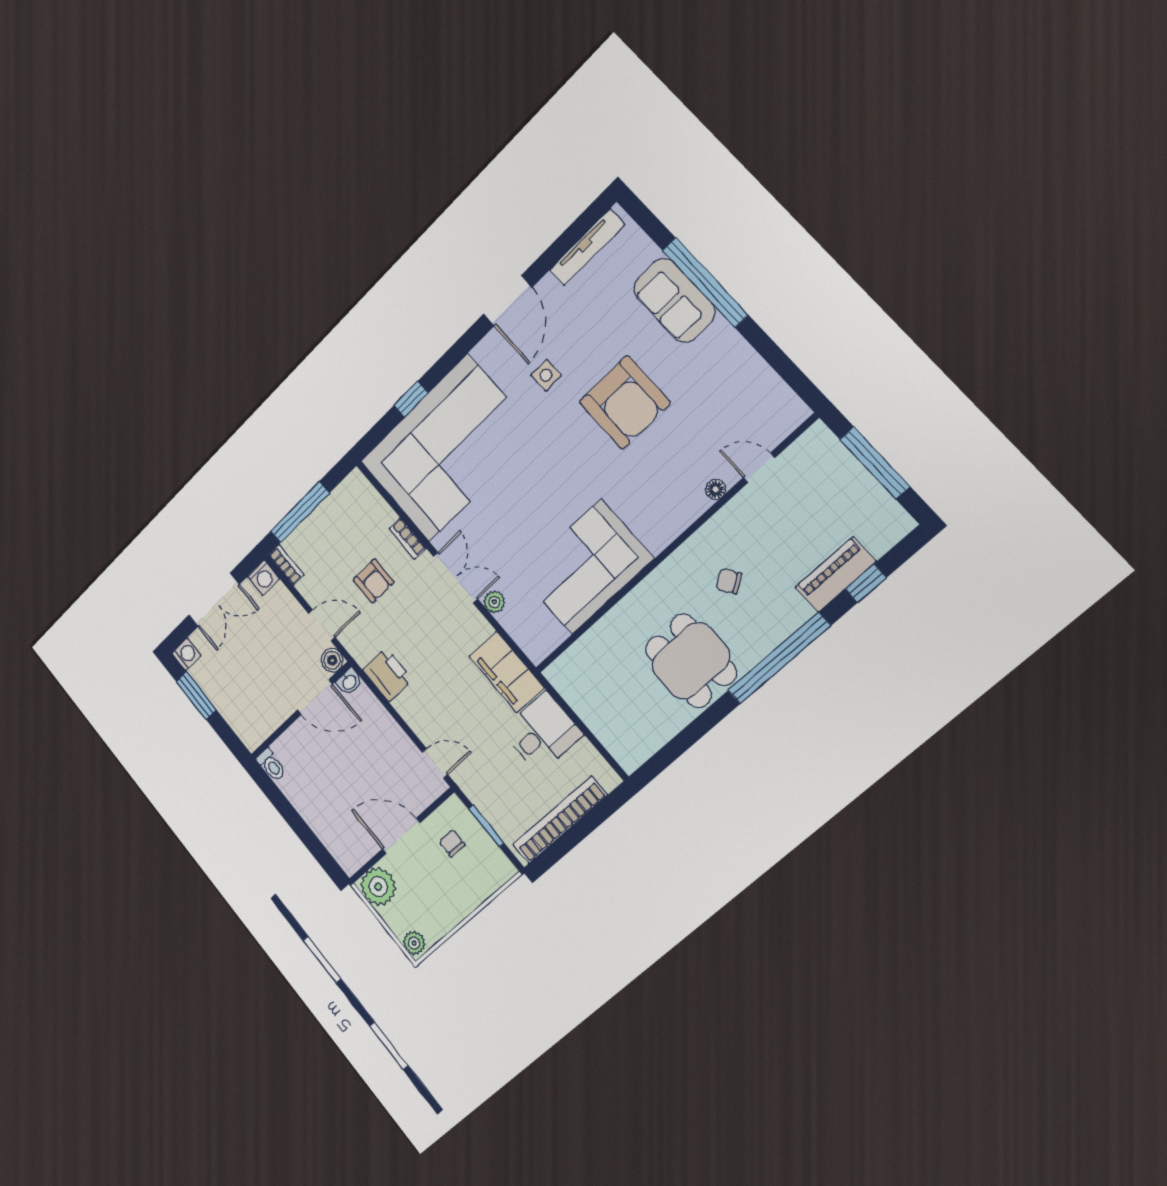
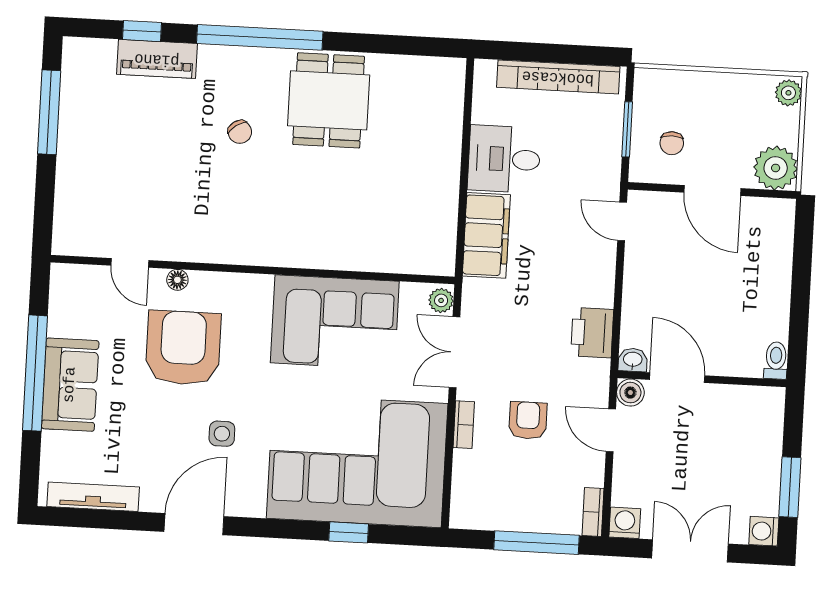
door: (759, 468) -> (130, 263), moved
floor lamp: (716, 489) -> (177, 280), moved
wall: (673, 547) -> (253, 270), moved
corner sofa: (586, 567) -> (335, 322), moved

